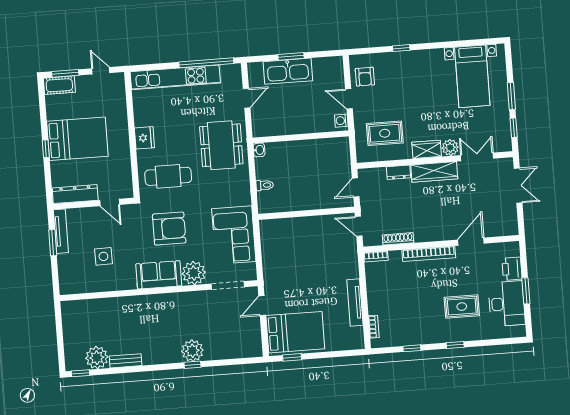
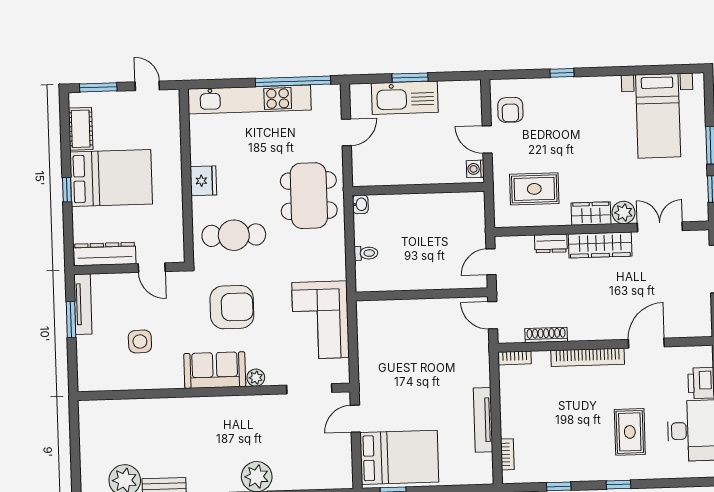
cot: (59, 85) -> (81, 129), moved, turned 90
plant: (194, 273) -> (256, 378), width x0.53, depth x0.53
rug: (462, 307) -> (630, 432), turned 90

